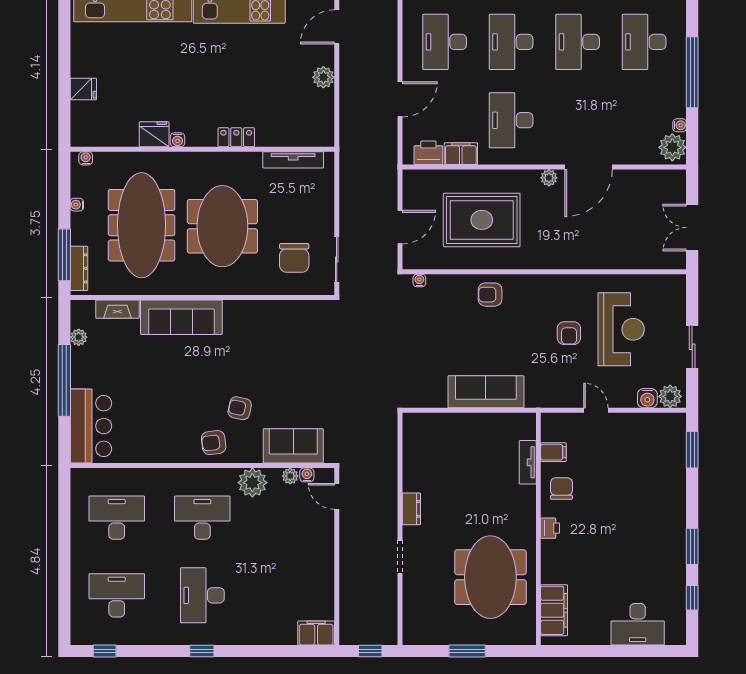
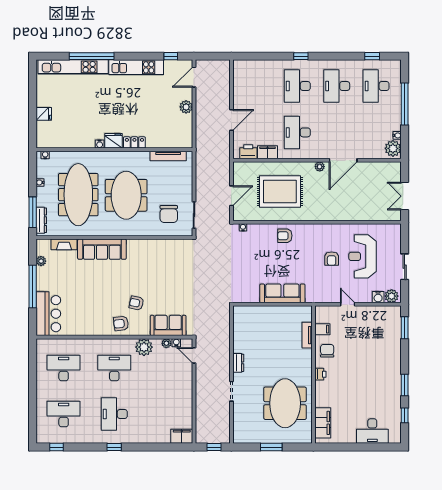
desk: (445, 42) -> (258, 86), removed
fridge: (154, 134) -> (113, 141), moved
reception desk: (621, 329) -> (363, 256), turned 180

